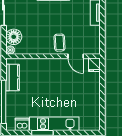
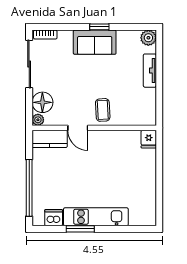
door: (76, 56) -> (78, 128), moved
kitchen counter: (12, 77) -> (50, 139), moved, turned 90

